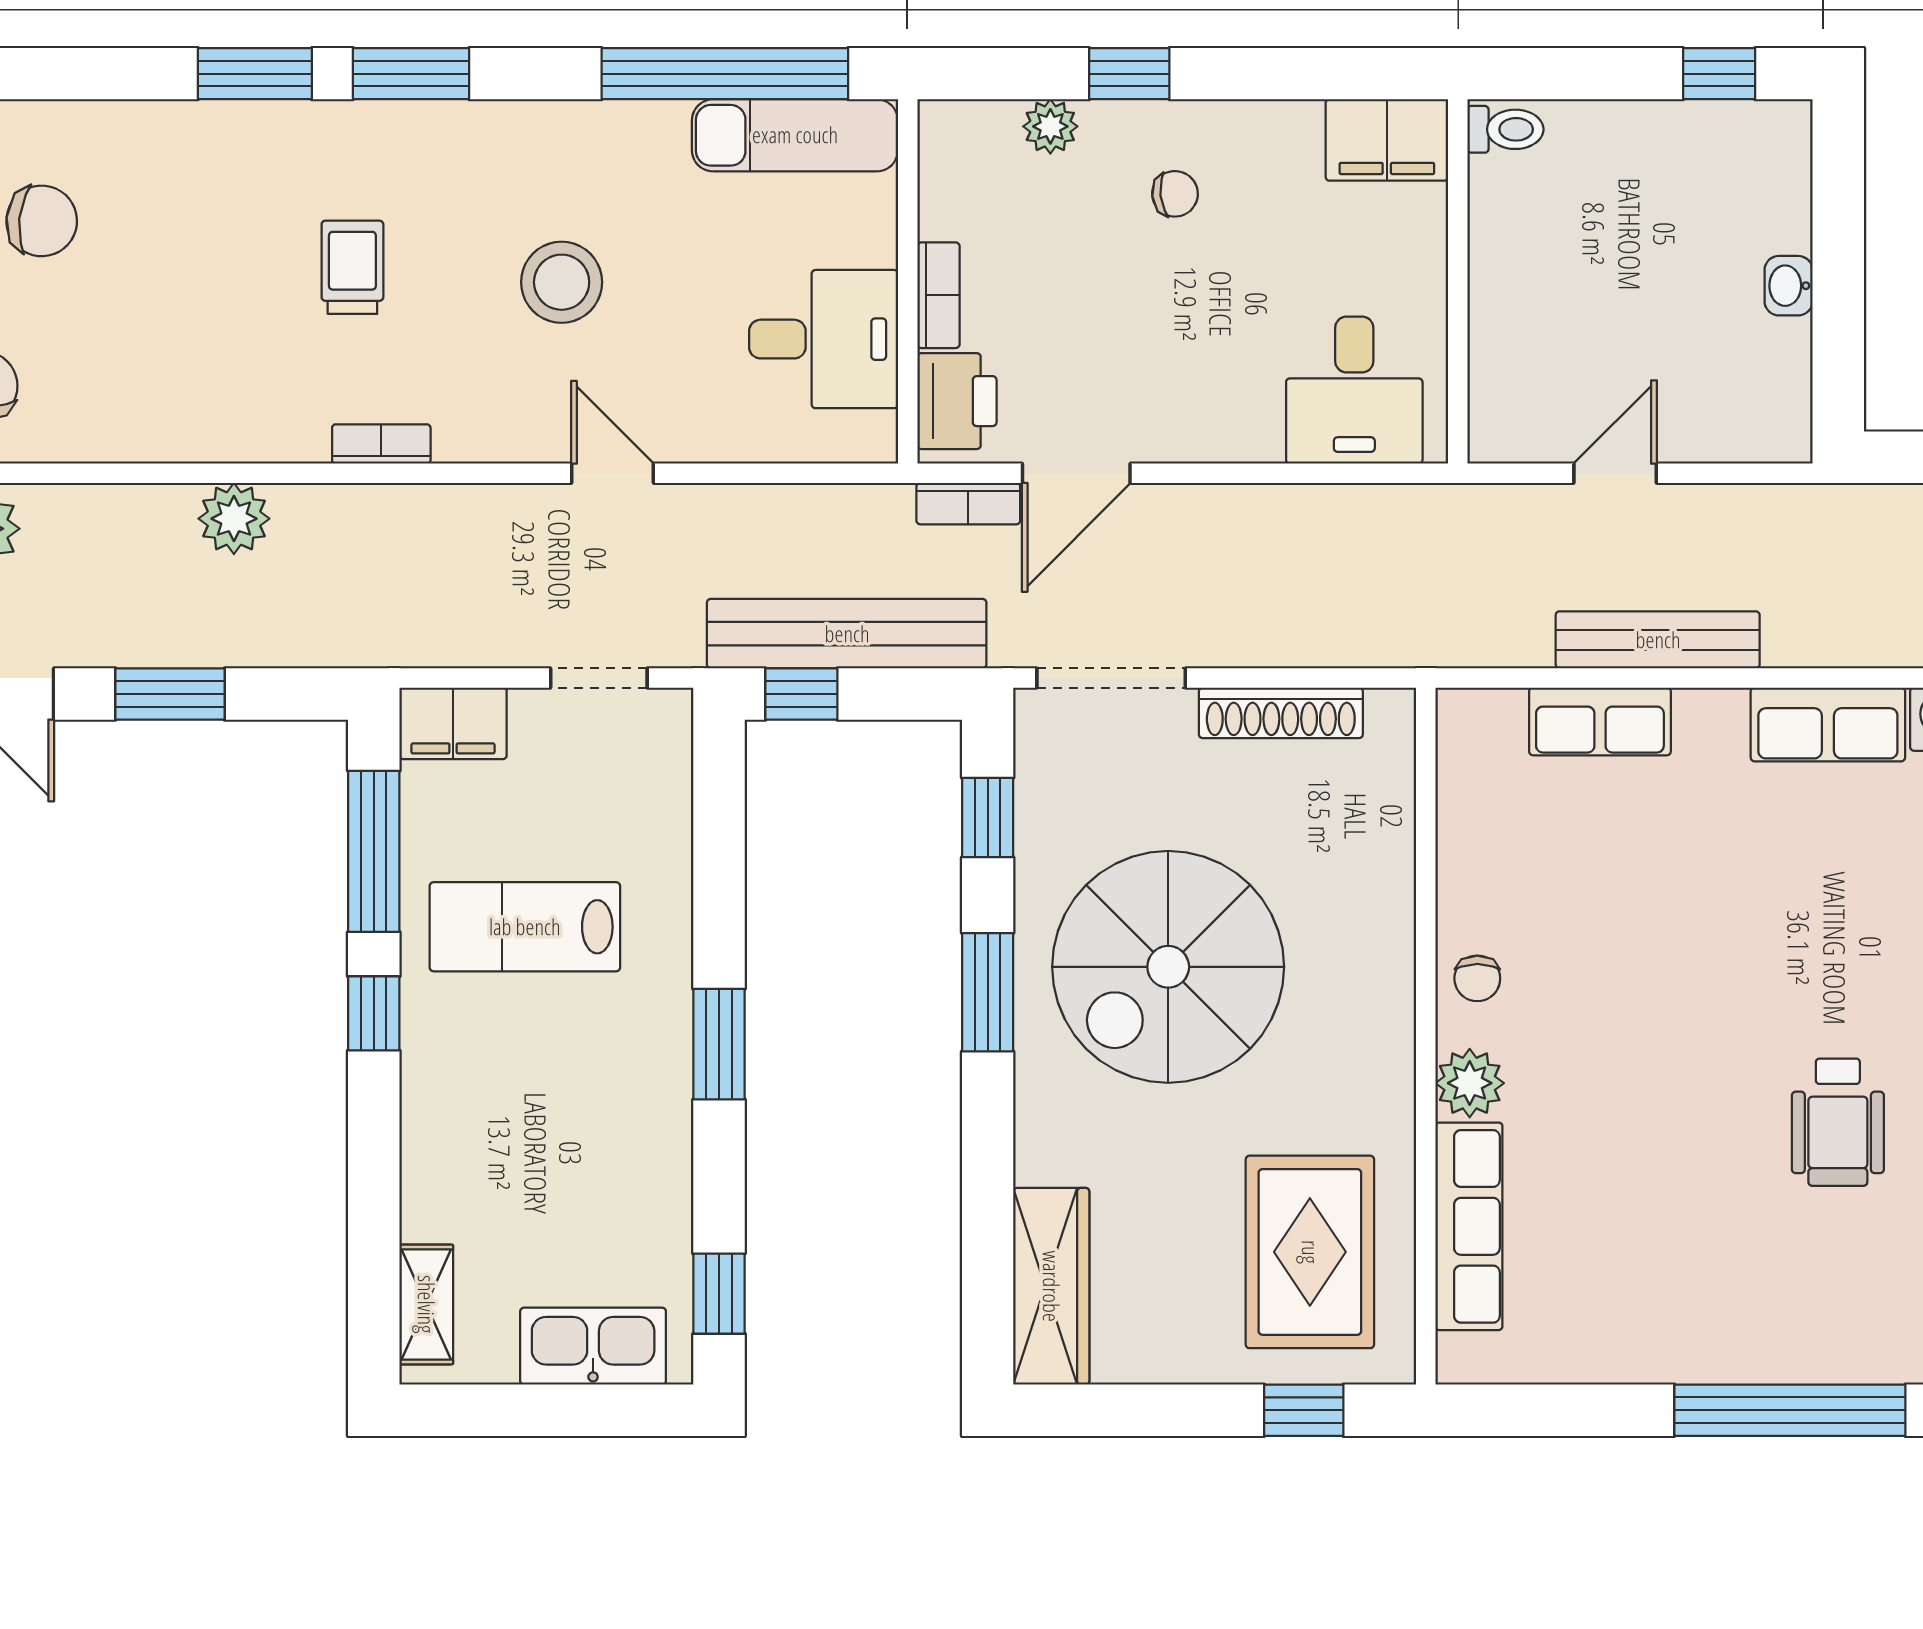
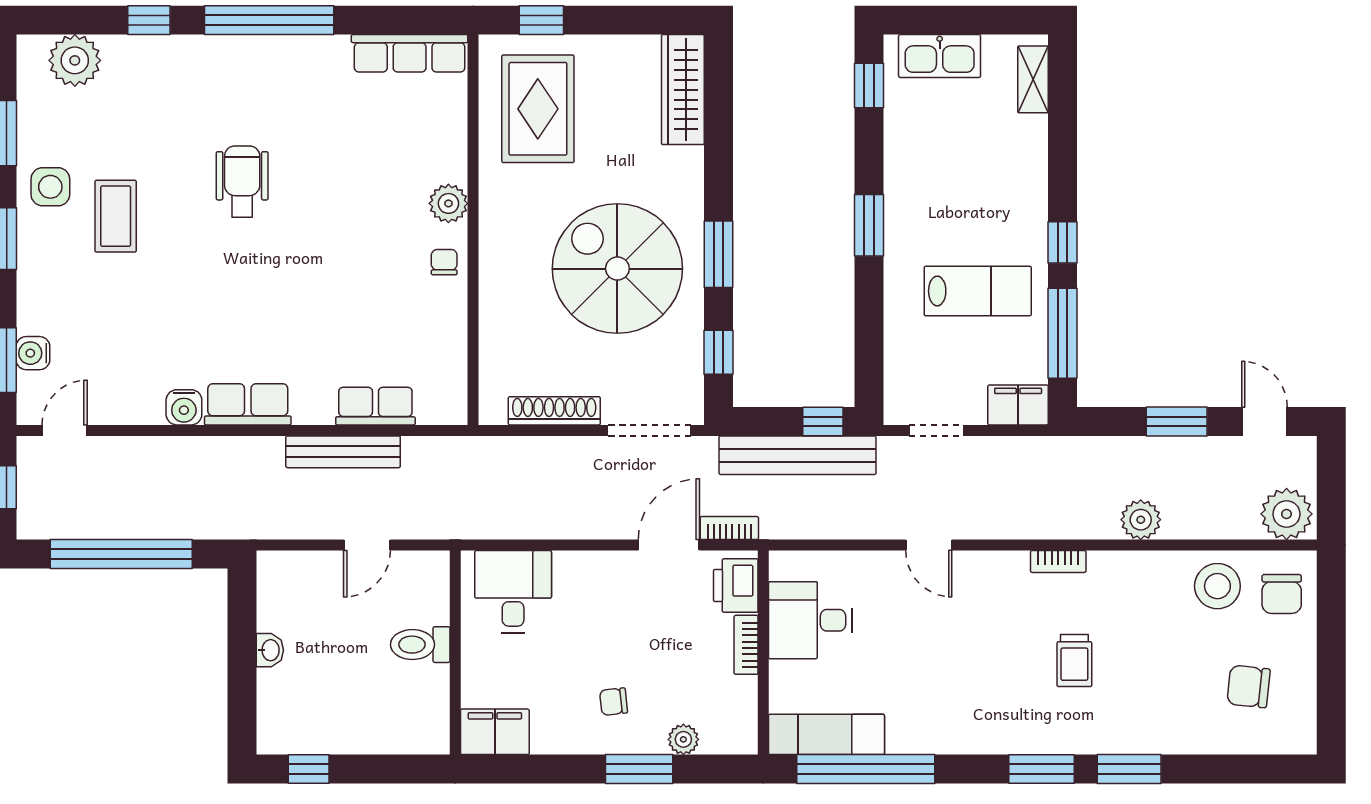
window: (1129, 74) -> (639, 769), width x1.50
toilet: (1505, 129) -> (420, 645), moved, width x1.37, depth x1.39
stool: (562, 282) -> (1217, 586), moved
spiral stairs: (1168, 967) -> (617, 269), turned -90
row of seats: (1469, 1226) -> (410, 53), moved, turned -90

